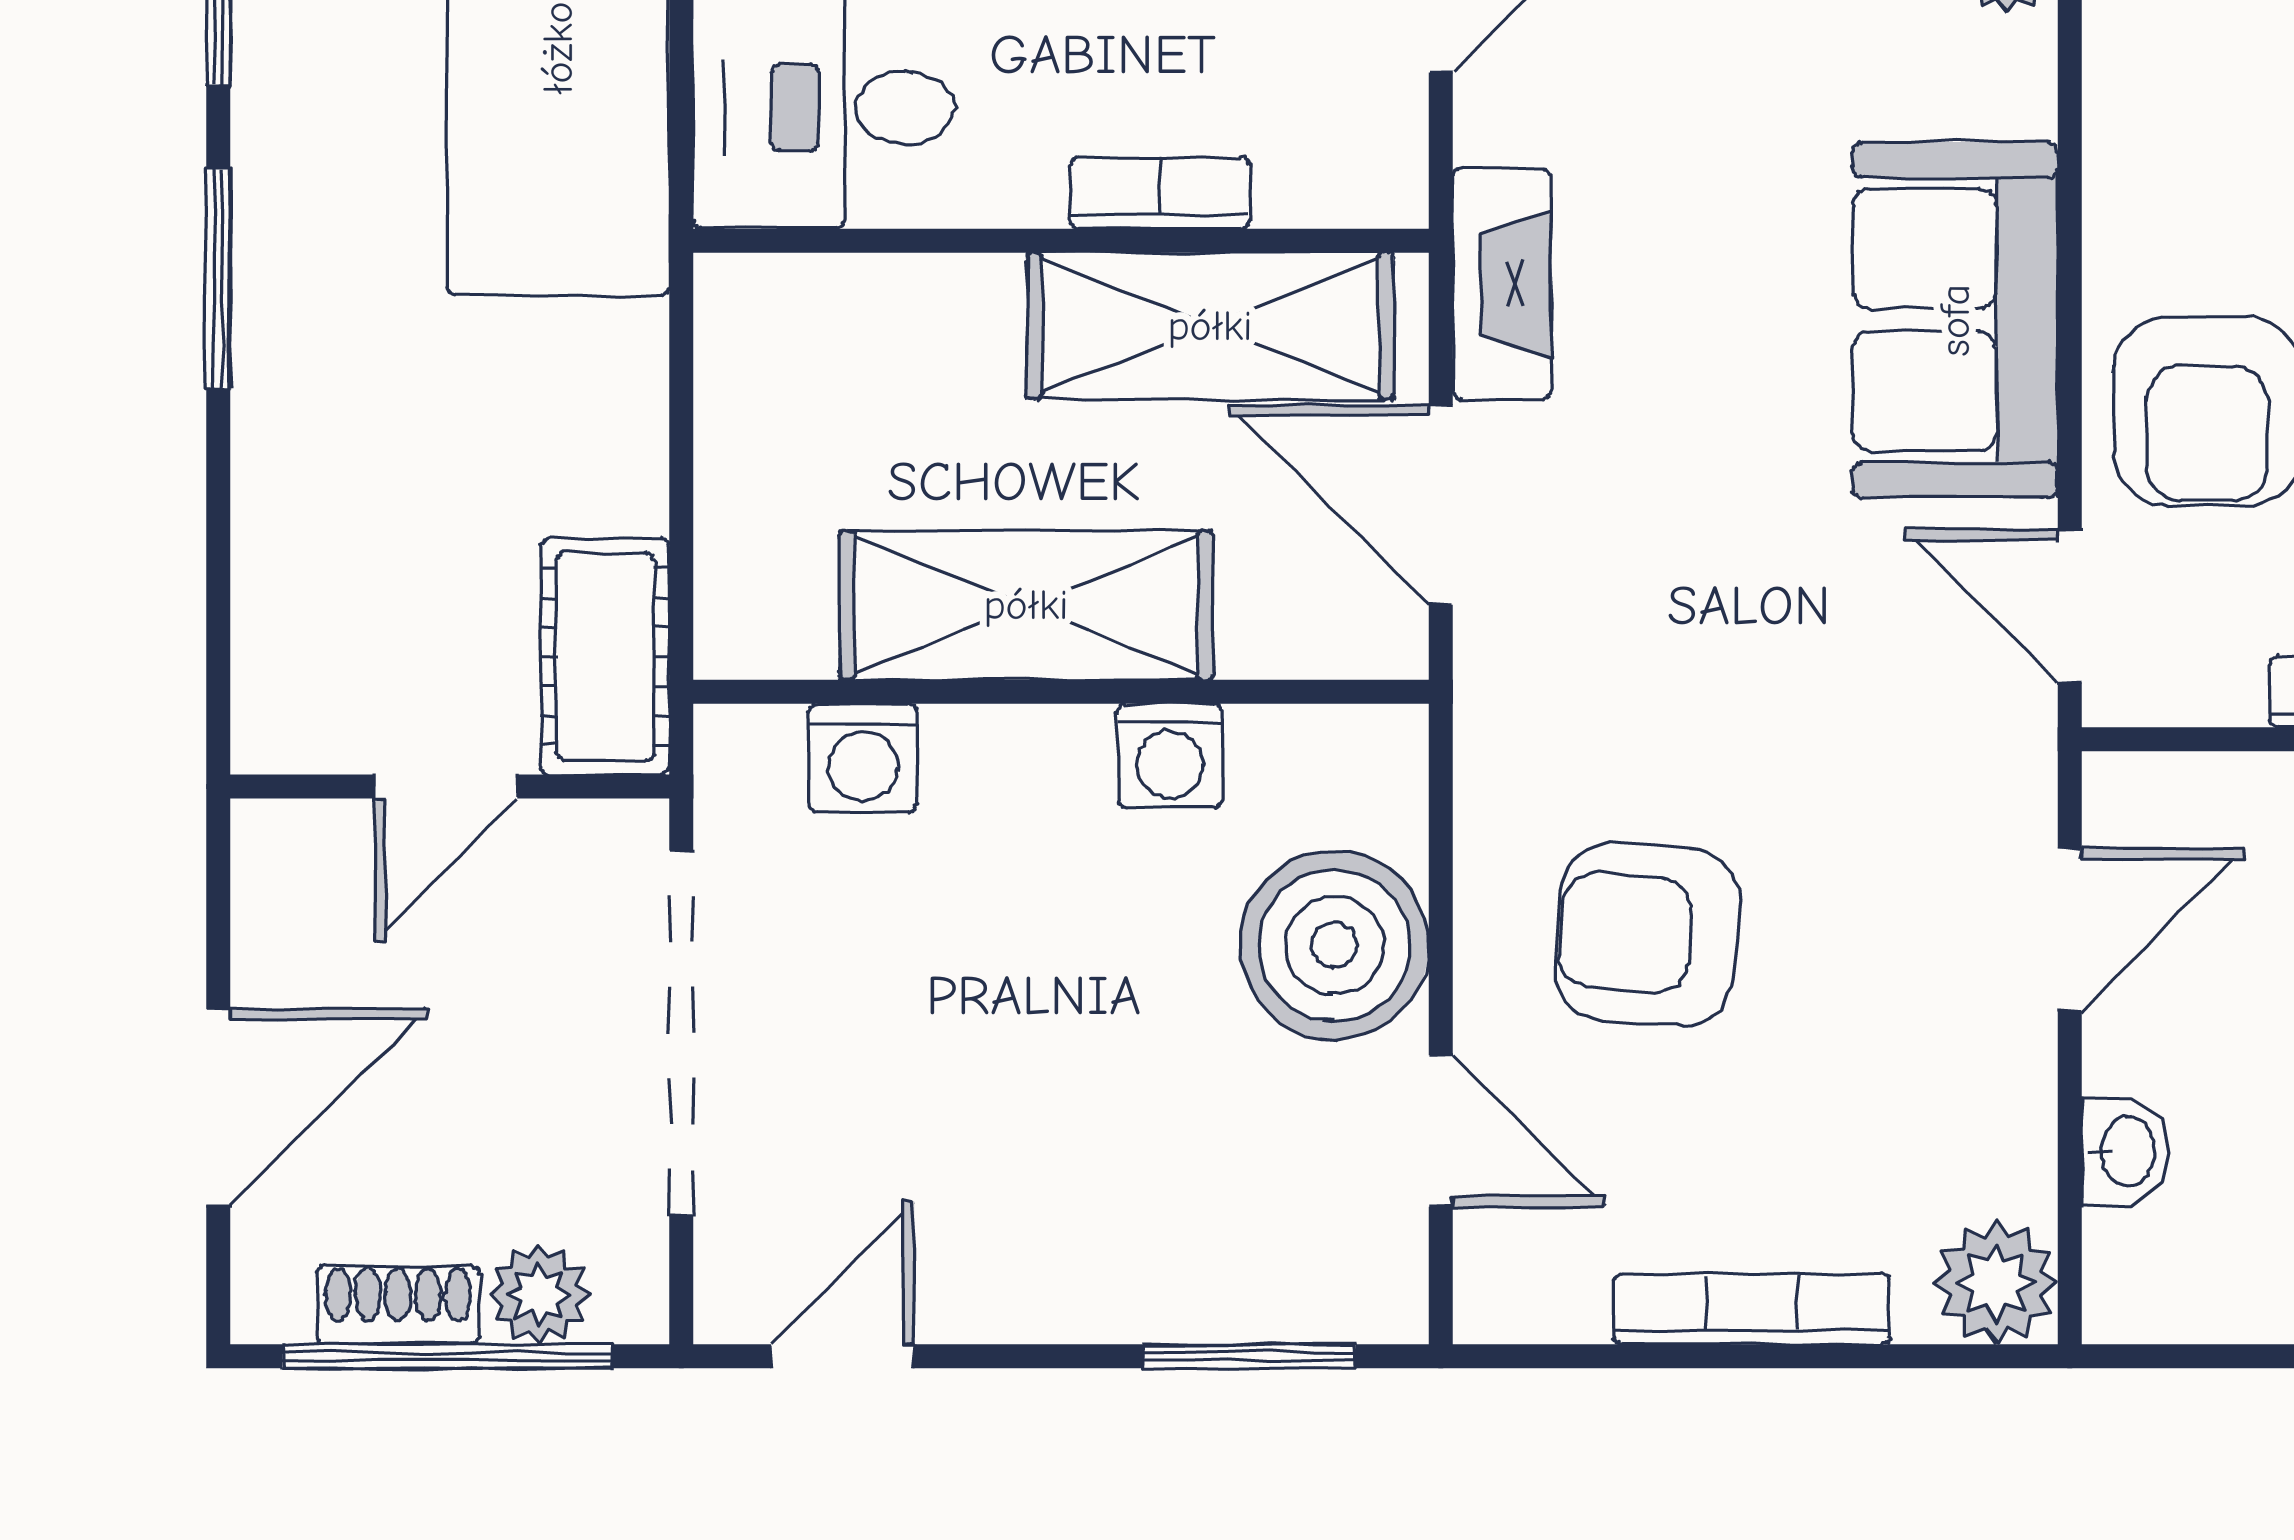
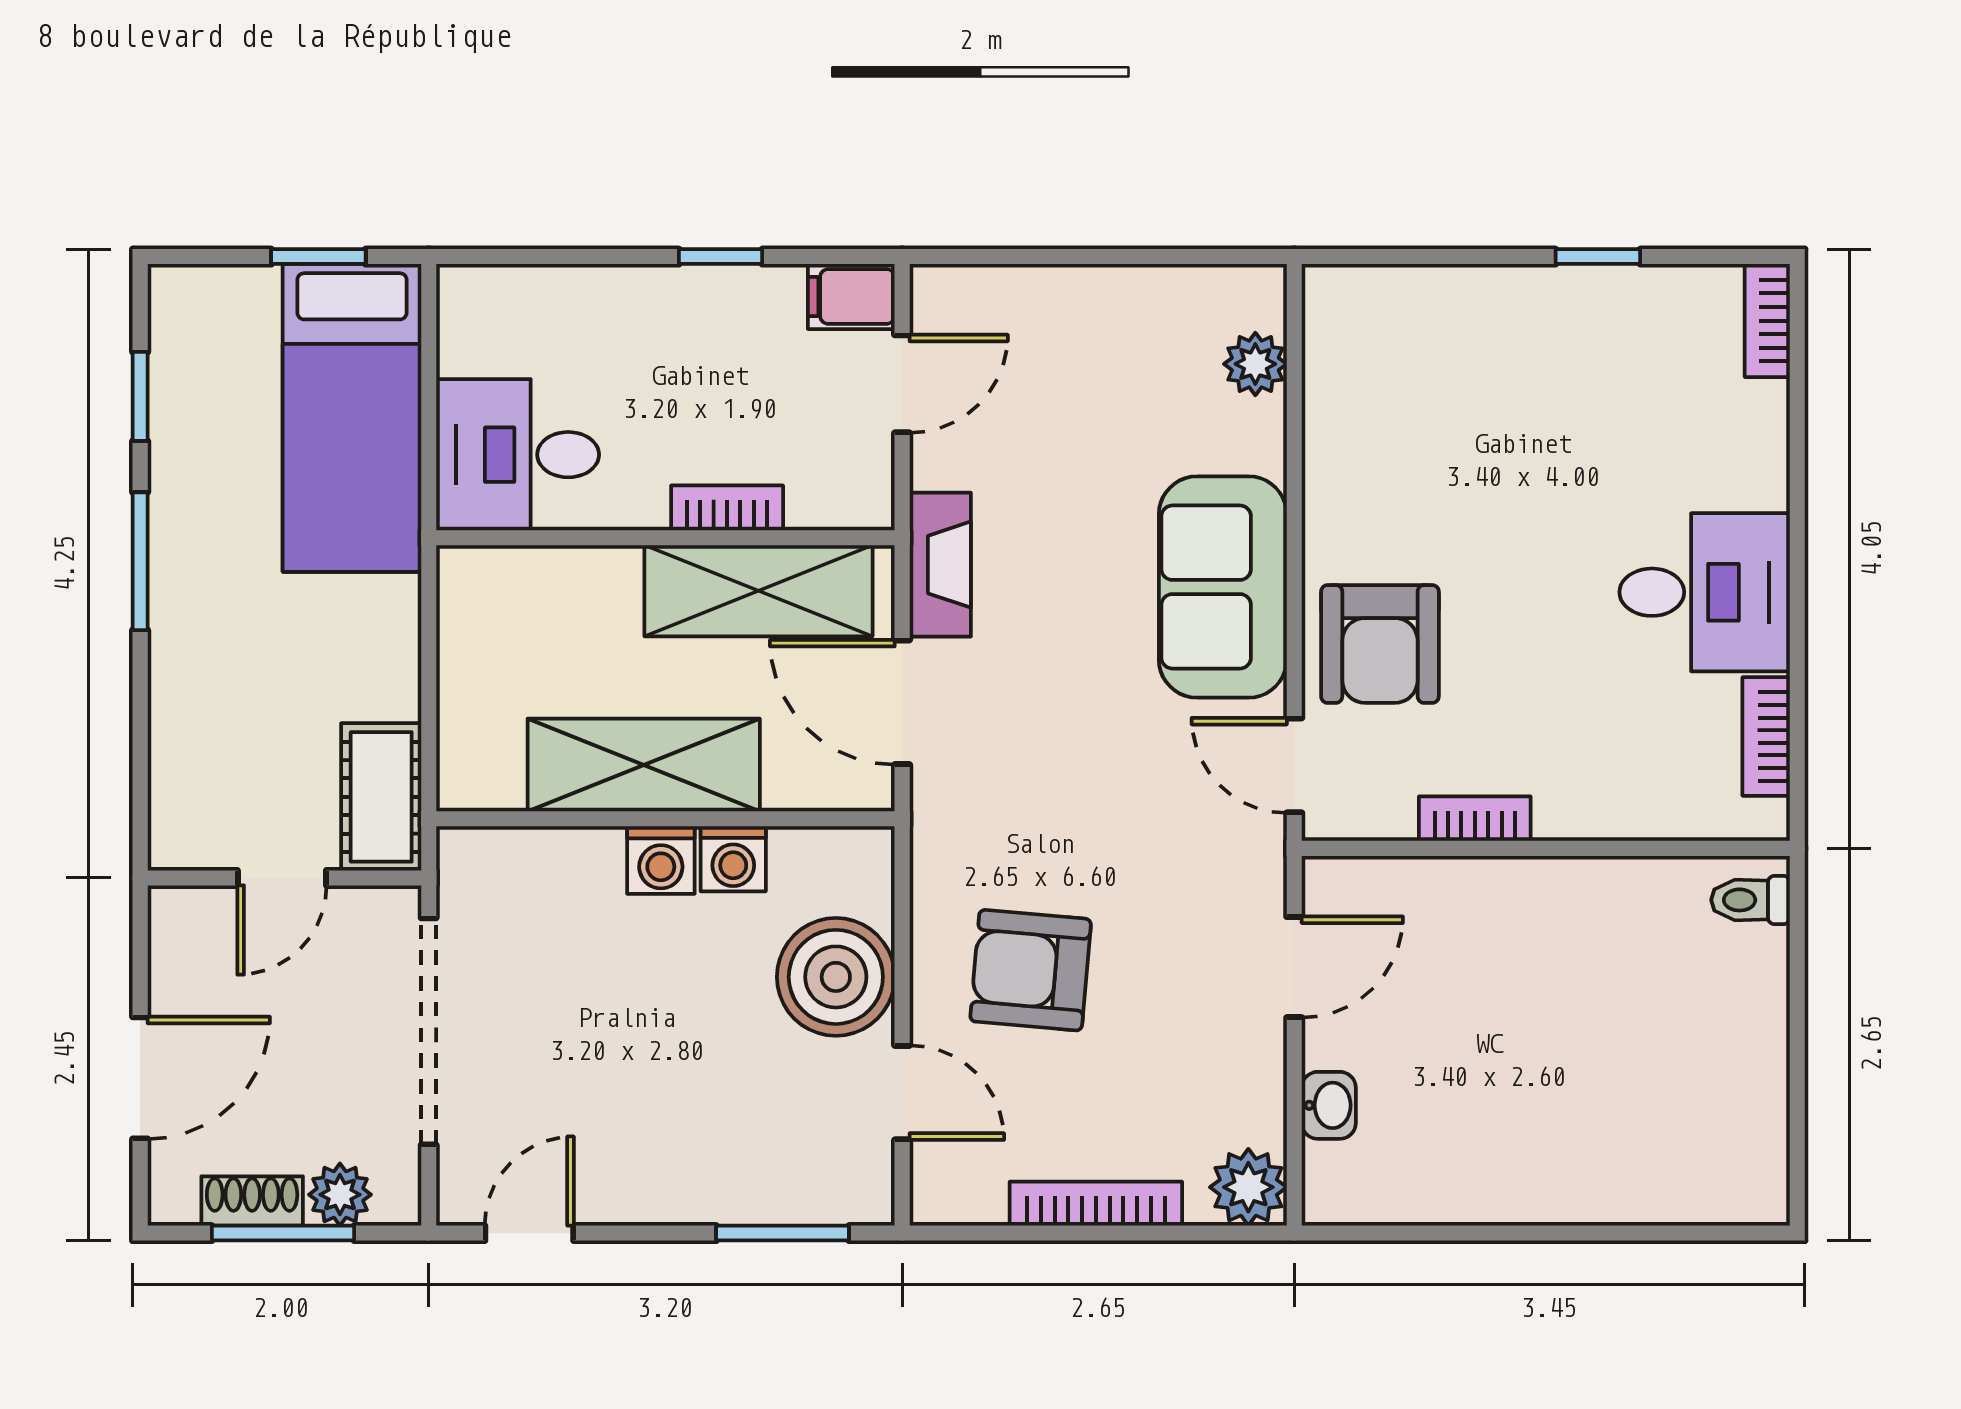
washing machine: (863, 758) -> (661, 860), moved
window: (448, 1356) -> (283, 1233), width x0.69

